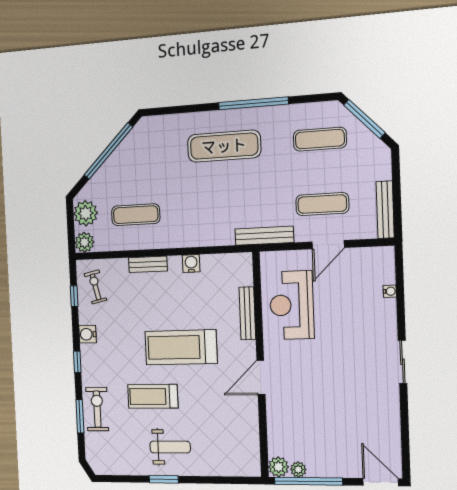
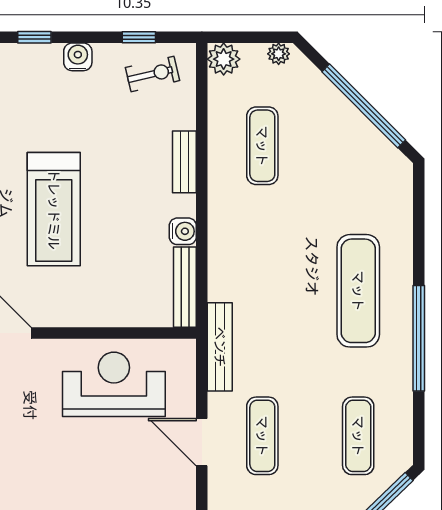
plant: (86, 213) -> (279, 54), width x0.53, depth x0.53
bench: (247, 313) -> (185, 287), moved, turned 90
treadmill: (181, 347) -> (54, 209), turned 180

